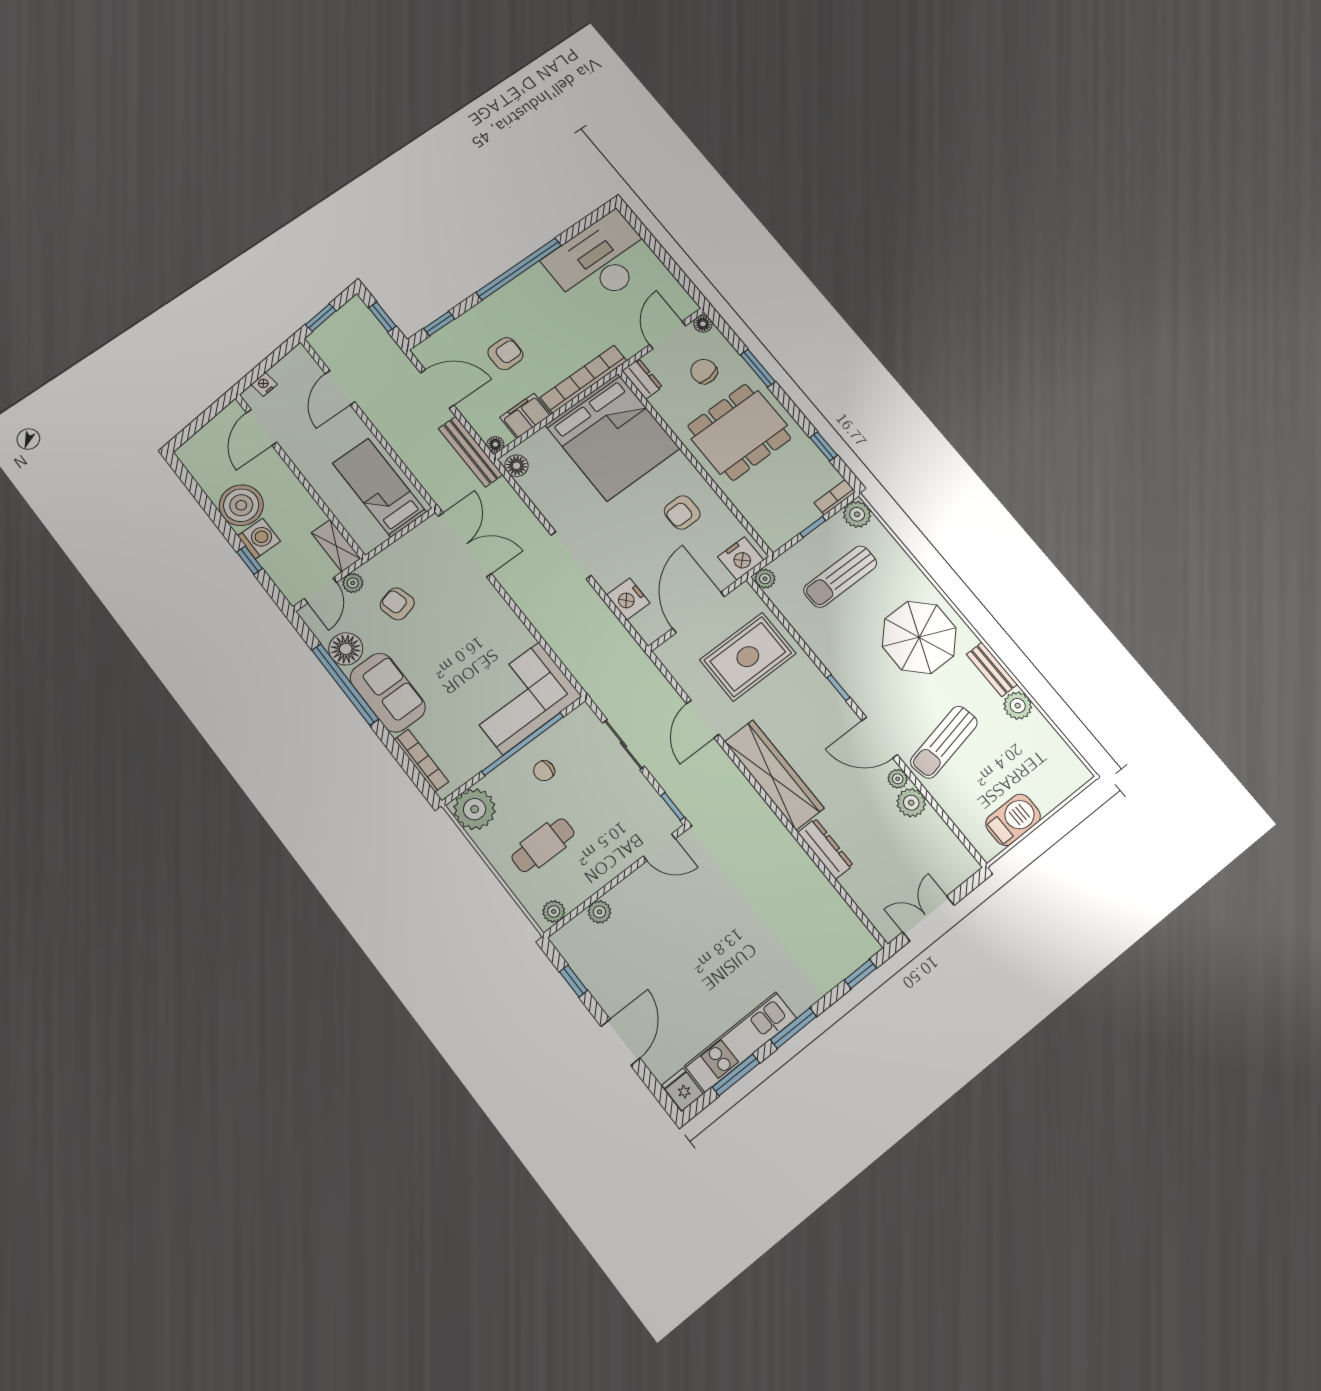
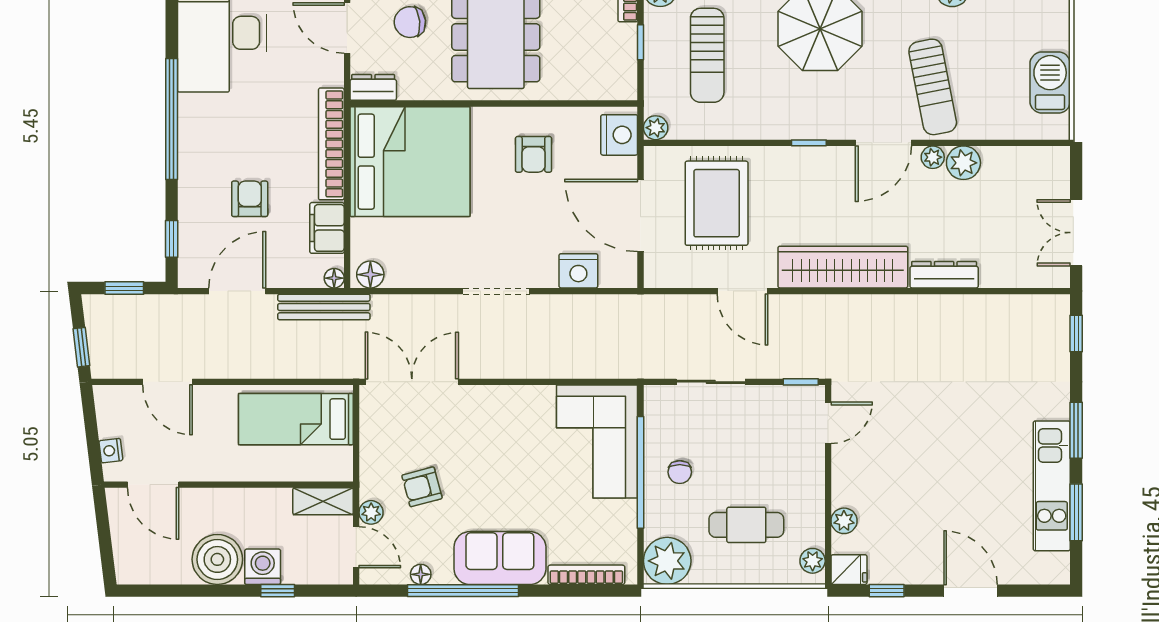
floor lamp: (346, 649) -> (421, 574), width x0.53, depth x0.53
cafe table: (543, 845) -> (746, 525), turned 90
fridge: (683, 1090) -> (849, 570), moved, turned 180

